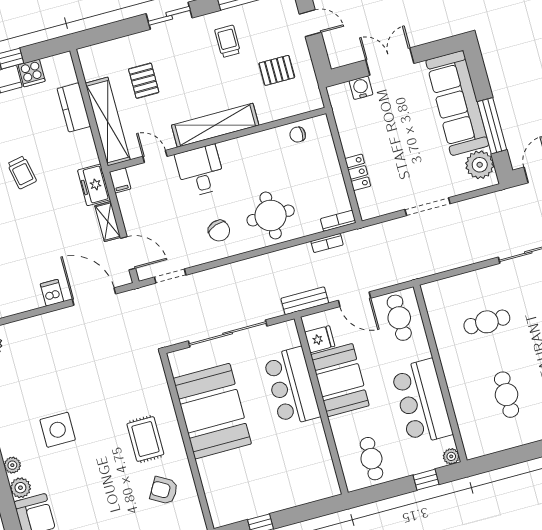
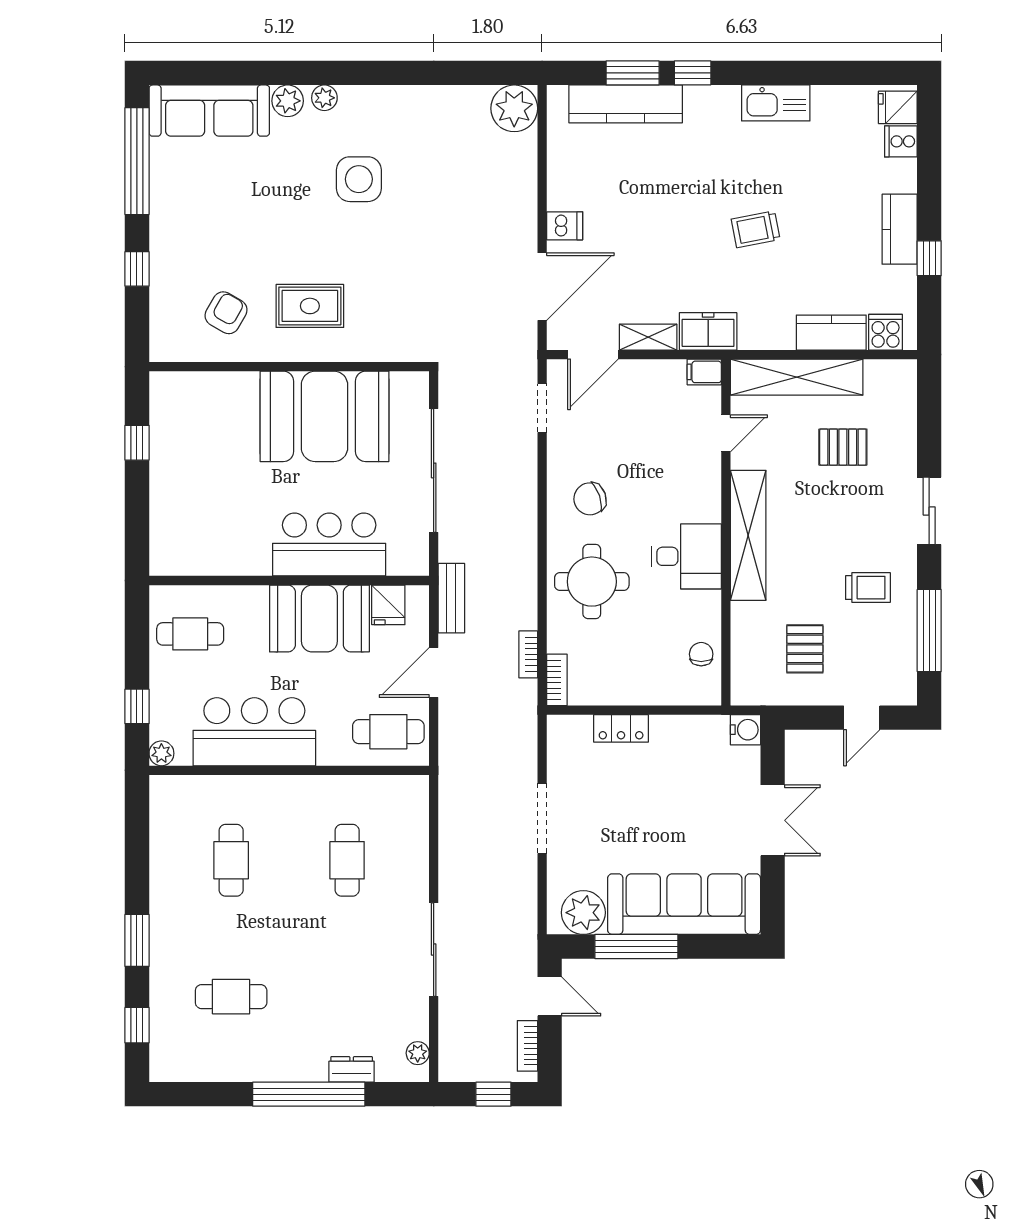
cooker: (32, 73) -> (886, 332), moved, turned 90
water cooler: (361, 88) -> (745, 730), moved
desk: (200, 171) -> (686, 556), moved
cafe table: (507, 395) -> (231, 860), turned 90

